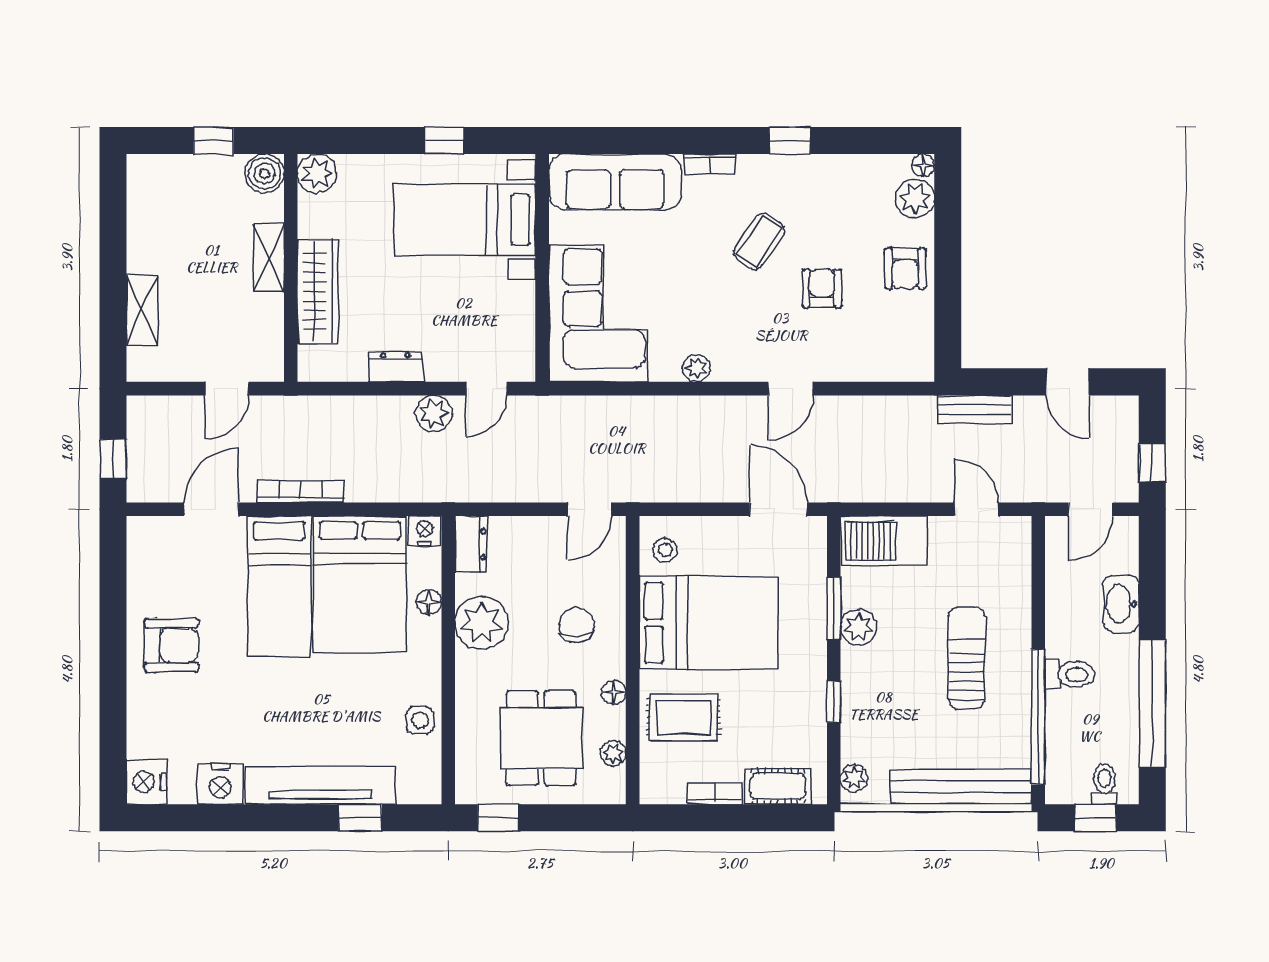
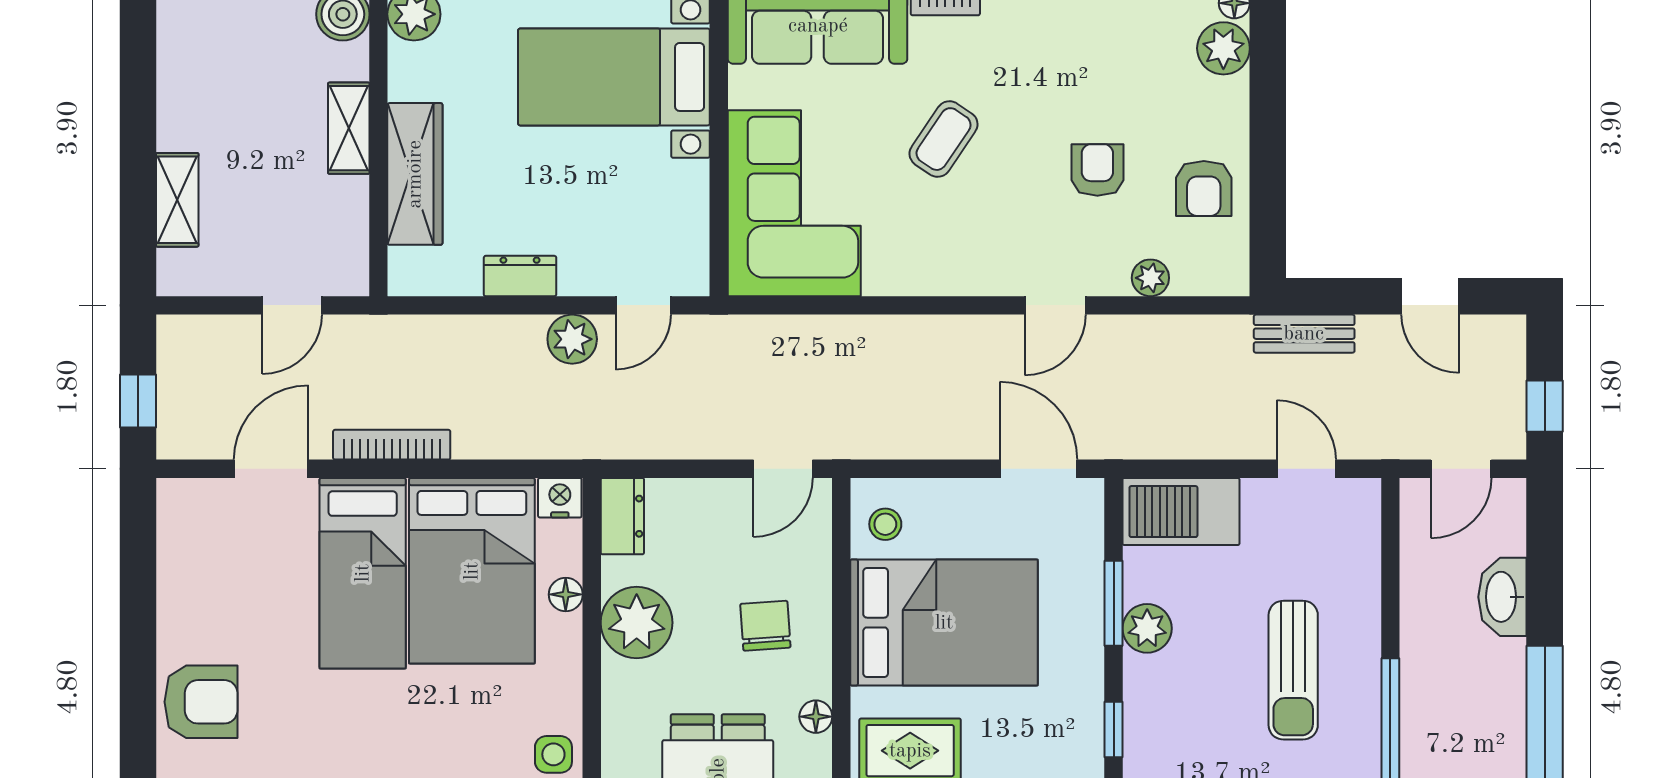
coffee table: (759, 241) -> (944, 139), moved
armchair: (905, 269) -> (1204, 188), moved
plant: (696, 368) -> (1150, 278), moved
armchair: (171, 645) -> (201, 702), moved
sun lounger: (966, 658) -> (1293, 670), turned 180
toilet: (1070, 675) -> (1433, 693), removed

